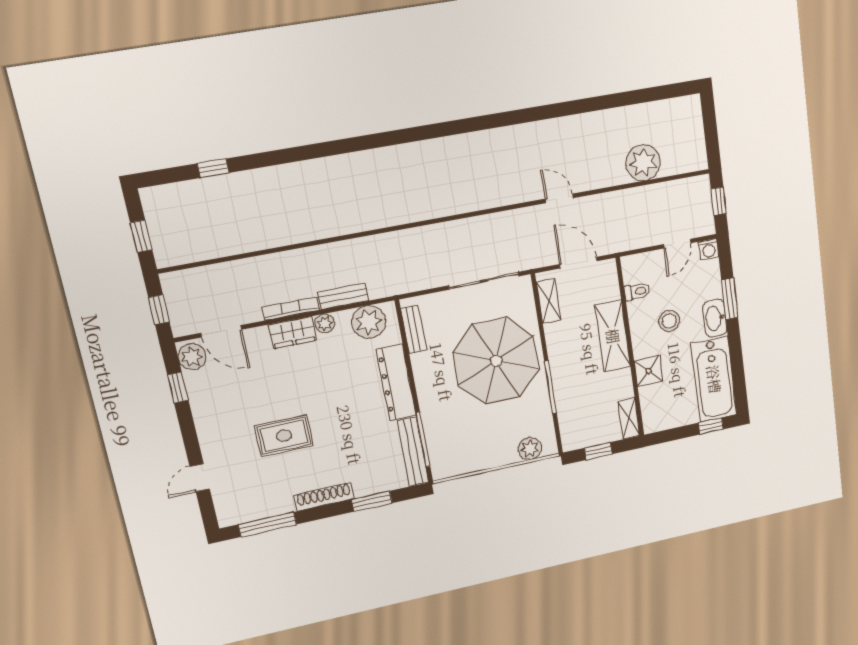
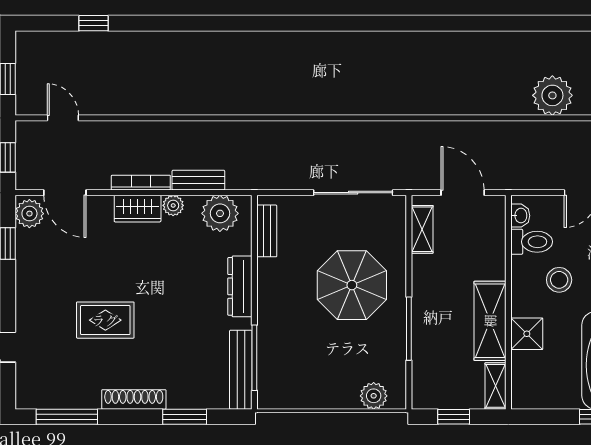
door: (559, 198) -> (63, 118), moved
washbasin: (630, 273) -> (520, 216), added
toilet: (637, 292) -> (532, 242), width x1.37, depth x1.39
shelving: (613, 336) -> (490, 321), moved
parasol: (496, 361) -> (352, 285), width x0.73, depth x0.73
dresser: (396, 382) -> (240, 286), width x0.73, depth x0.80

